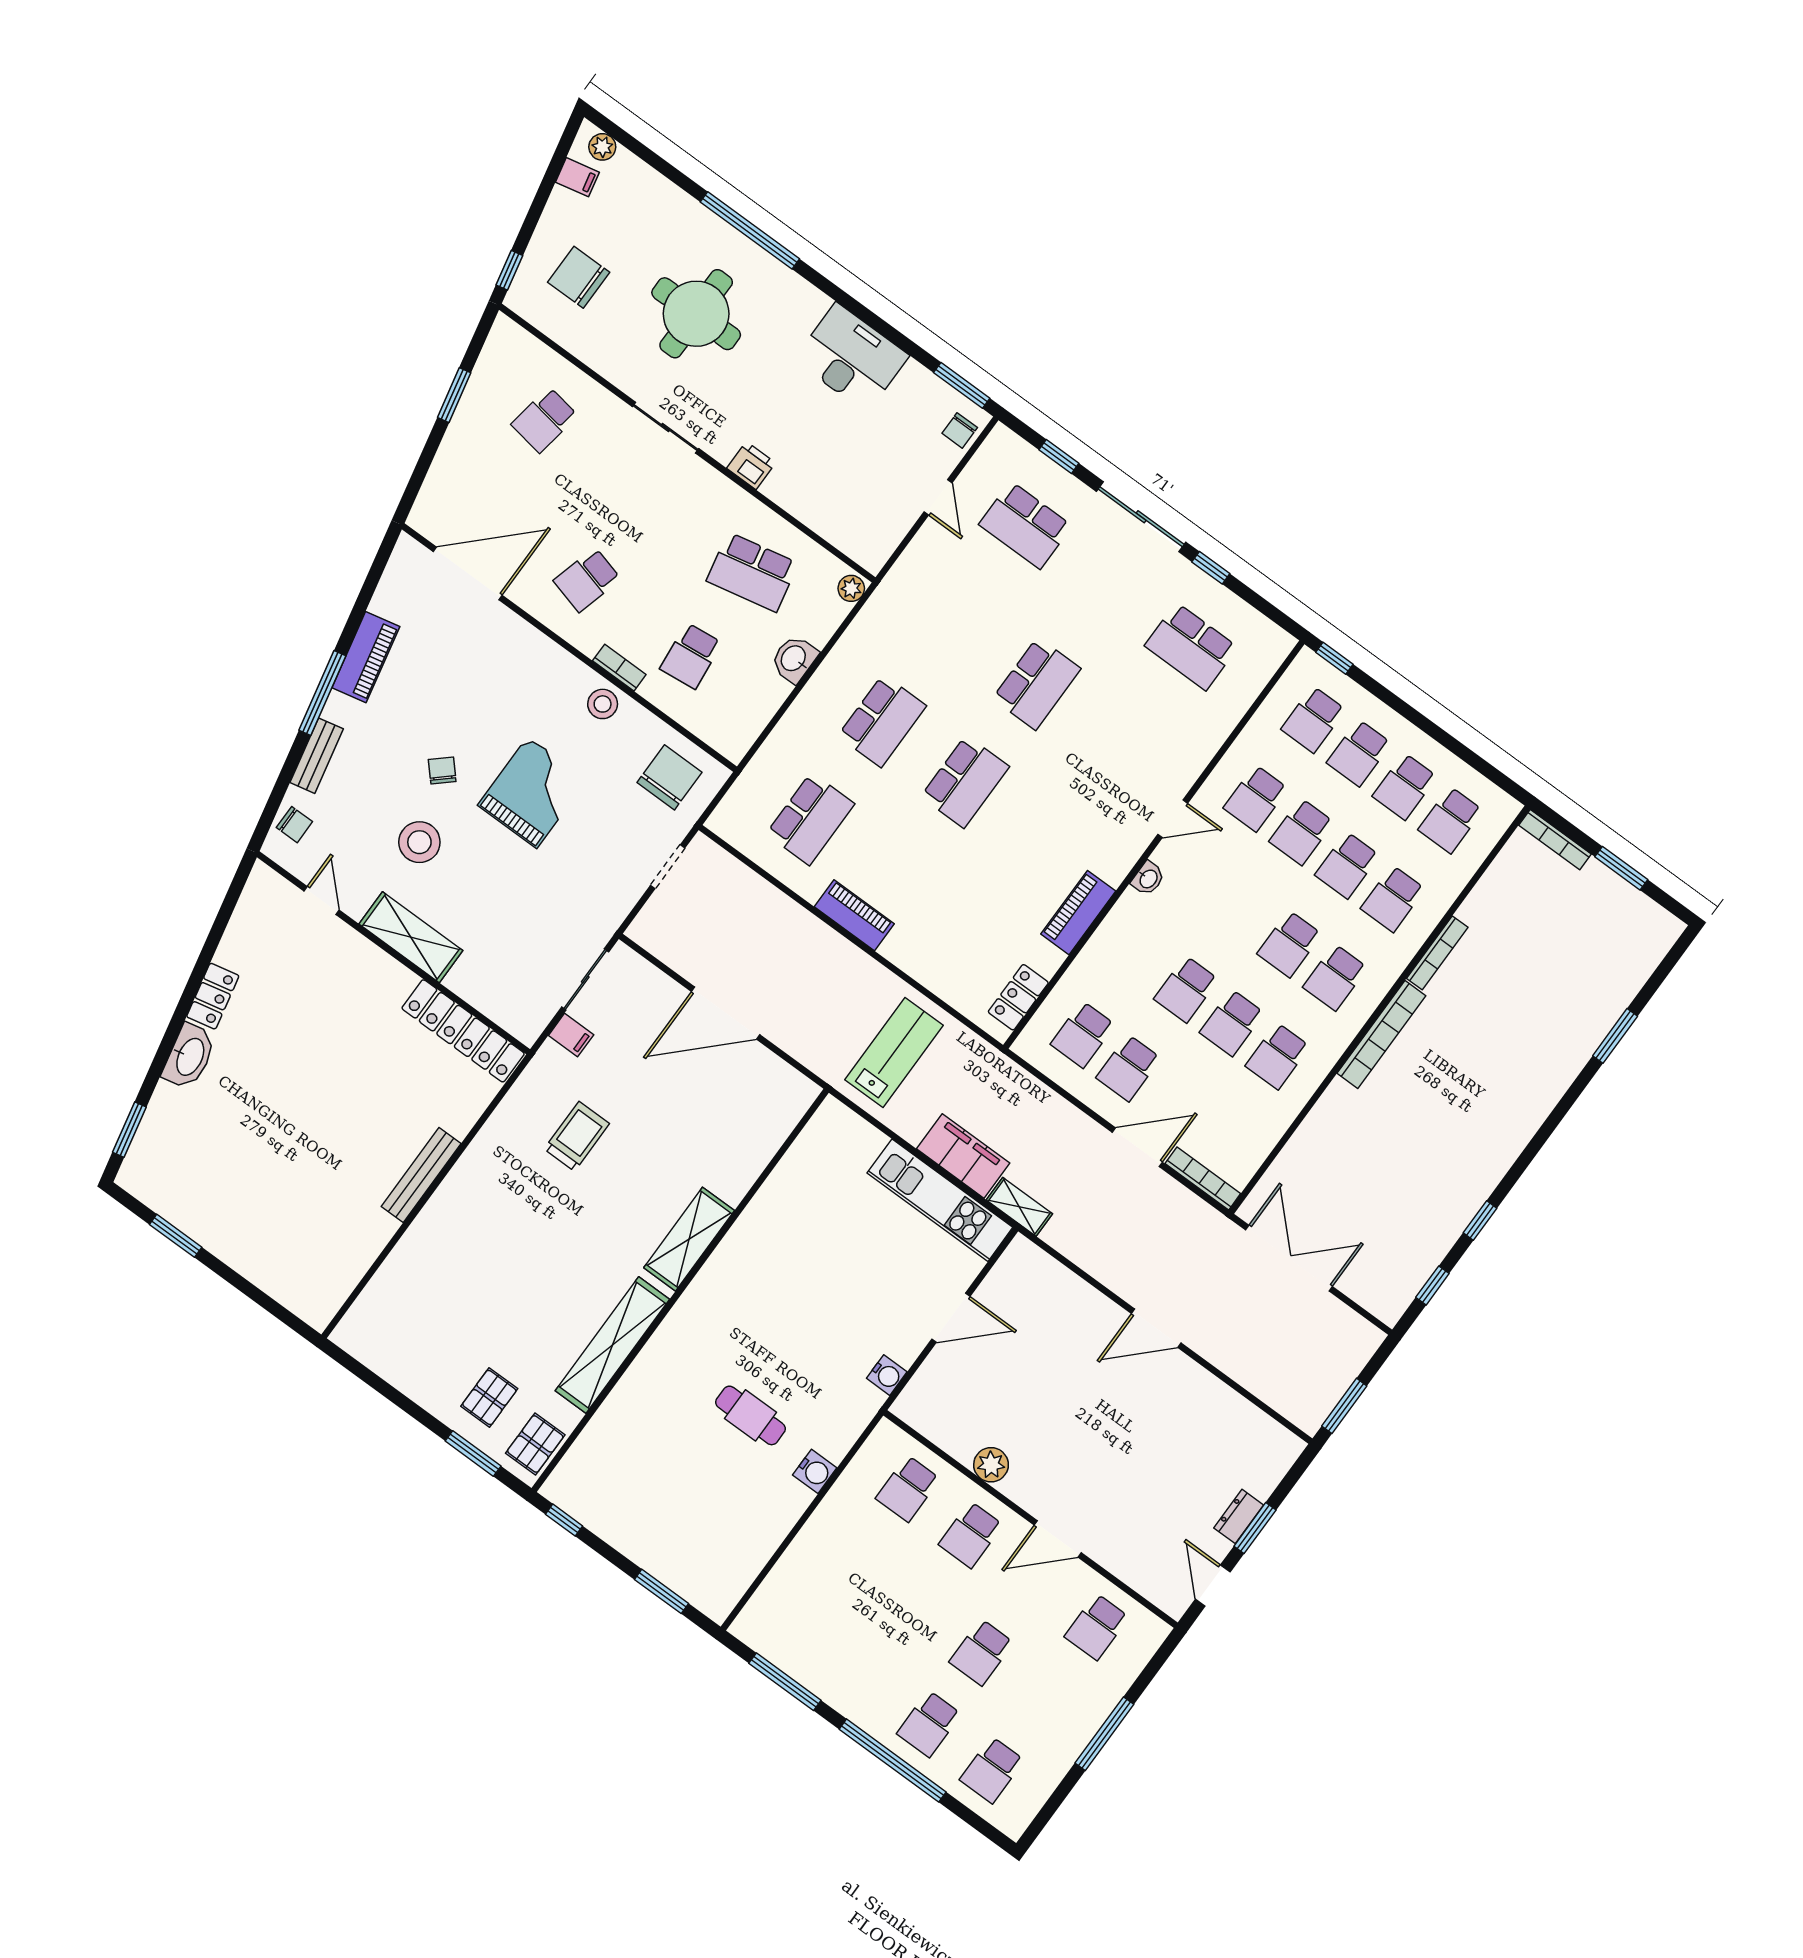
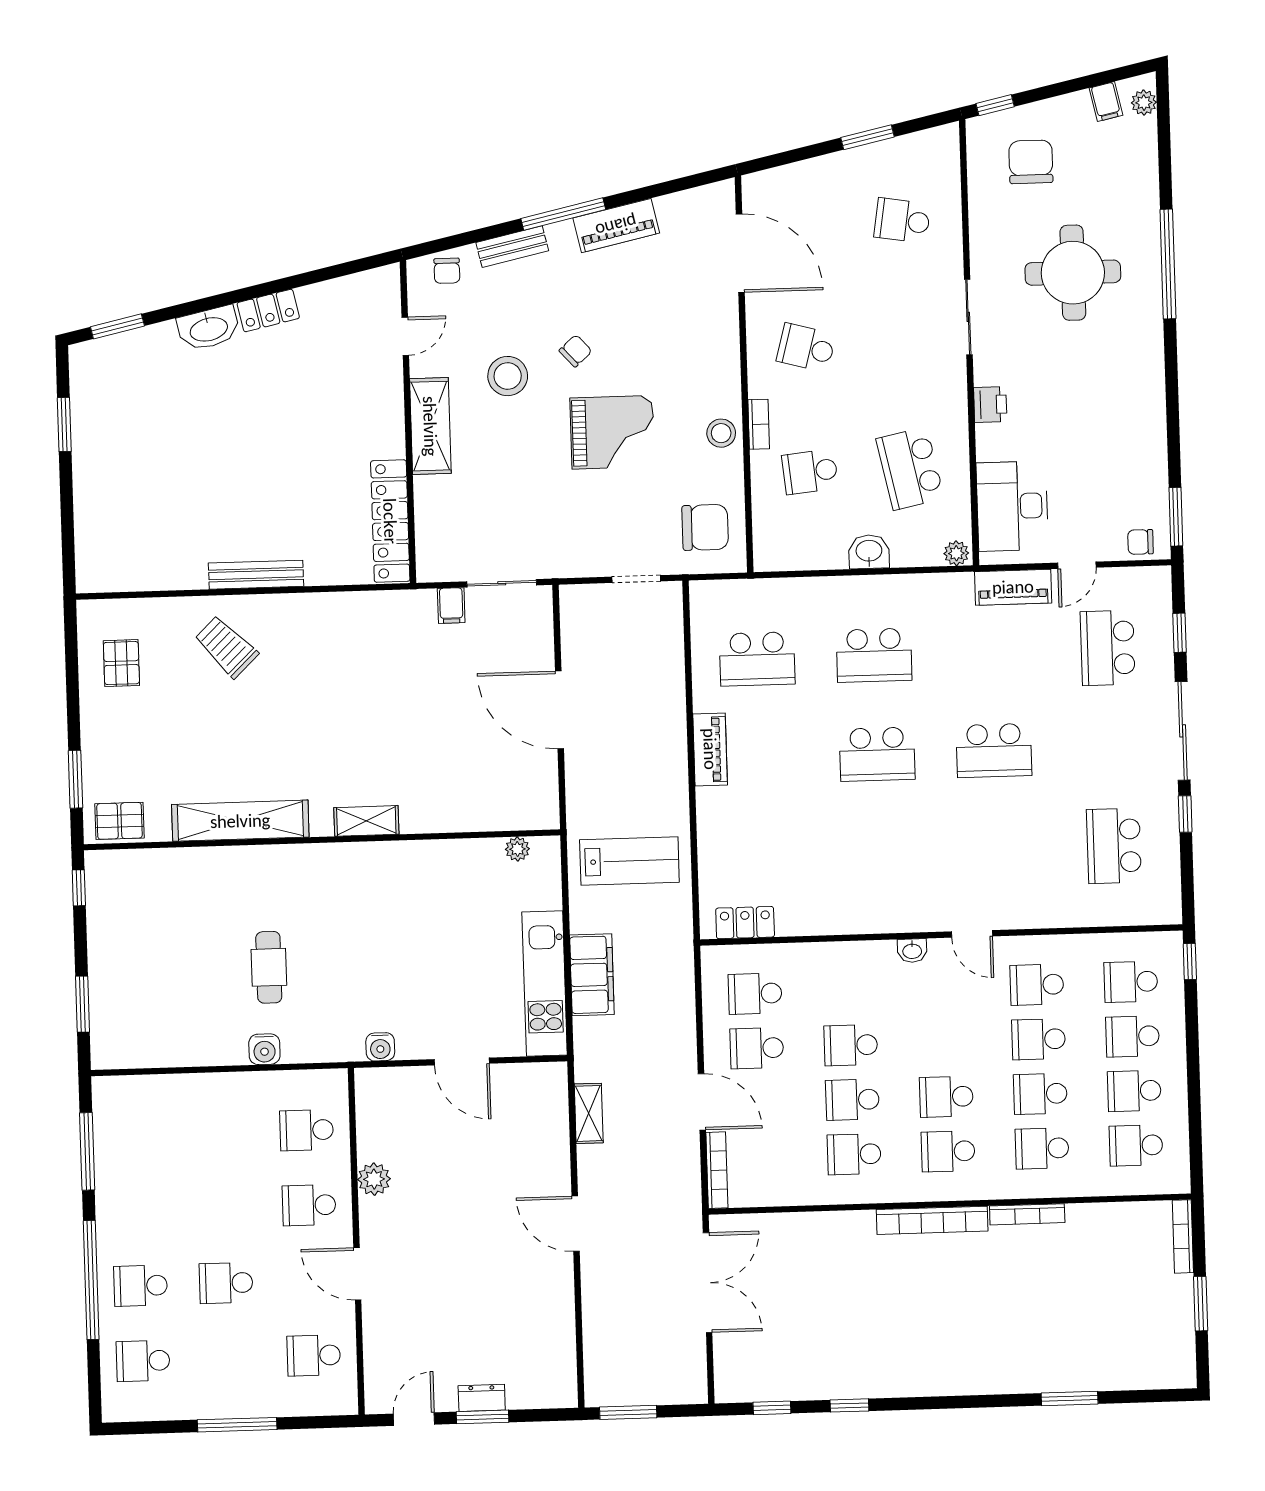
desk: (851, 358) -> (1012, 506), moved, turned 180
piano: (1078, 913) -> (1013, 587), moved, turned 180
trolley: (577, 1136) -> (226, 647), moved, turned -134
plant: (813, 1136) -> (517, 849), added
shelving: (1019, 1207) -> (589, 1113), moved
shelving: (689, 1239) -> (366, 821), width x0.67, depth x0.75
pallet: (489, 1397) -> (121, 663), moved, turned 90

